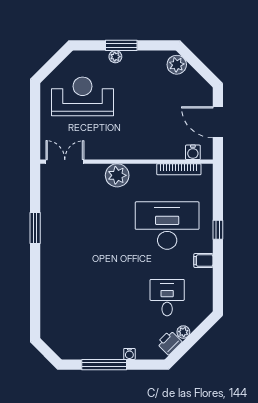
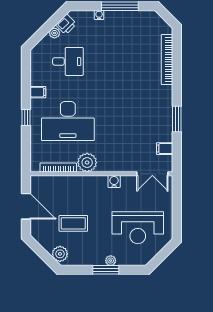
coffee table: (160, 102) -> (73, 223), added
water cooler: (193, 152) -> (114, 182), moved
plant: (117, 175) -> (87, 162), moved
filing cabinet: (50, 192) -> (165, 149), added
desk: (167, 298) -> (68, 61), turned -90
bookcase: (47, 300) -> (167, 60), added

